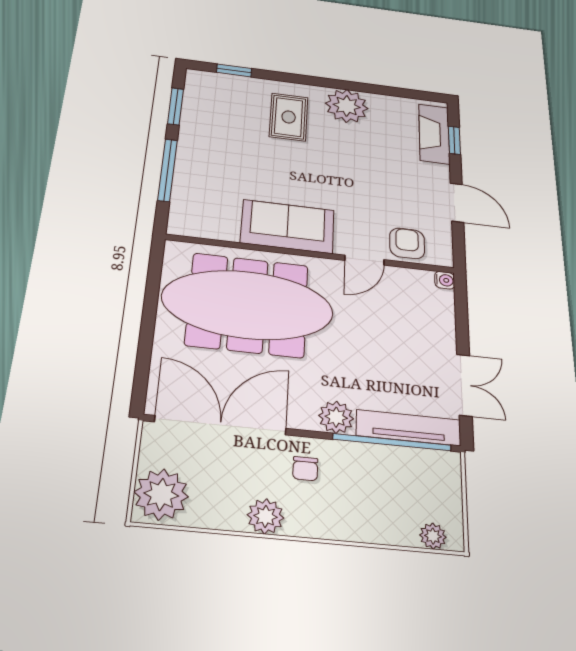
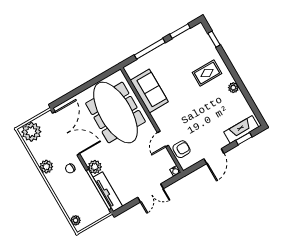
plant: (347, 106) -> (233, 88), width x0.53, depth x0.53
sofa: (288, 226) -> (149, 91), moved
door: (364, 260) -> (163, 139), hinge flipped
double door: (464, 385) -> (151, 193), moved

